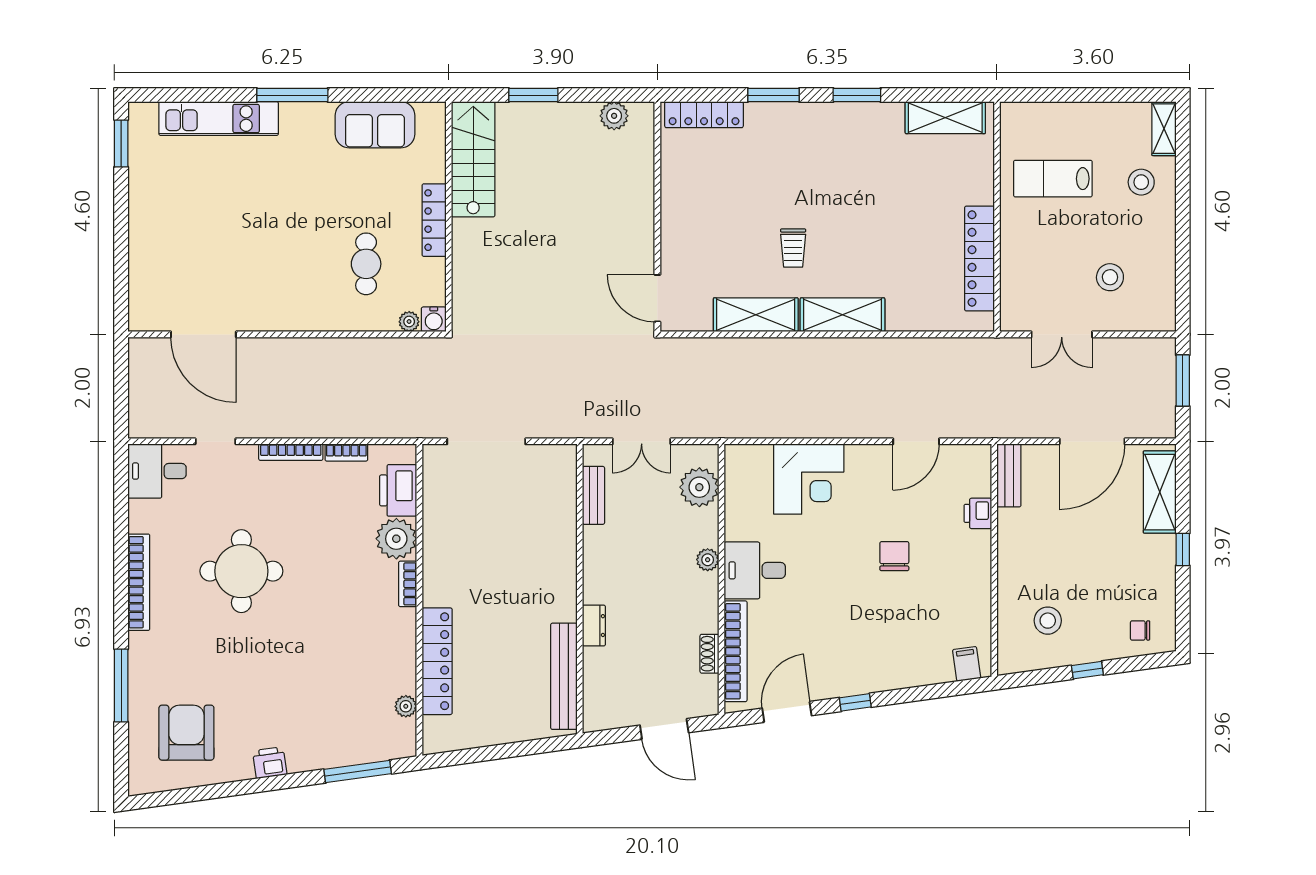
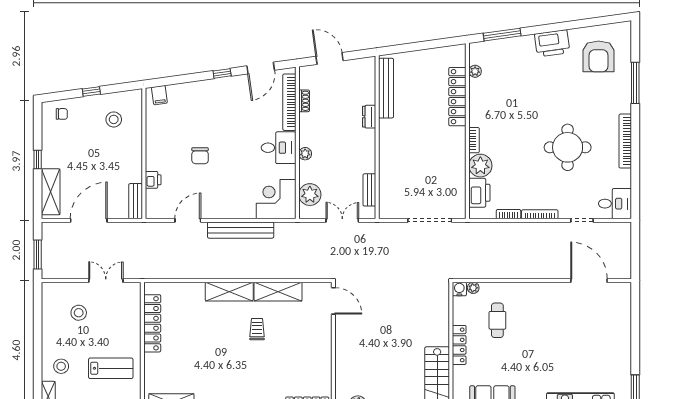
bench: (822, 424) -> (241, 230), added
corner desk: (809, 479) -> (276, 199), moved
printer: (270, 763) -> (552, 43), width x1.87, depth x1.48

